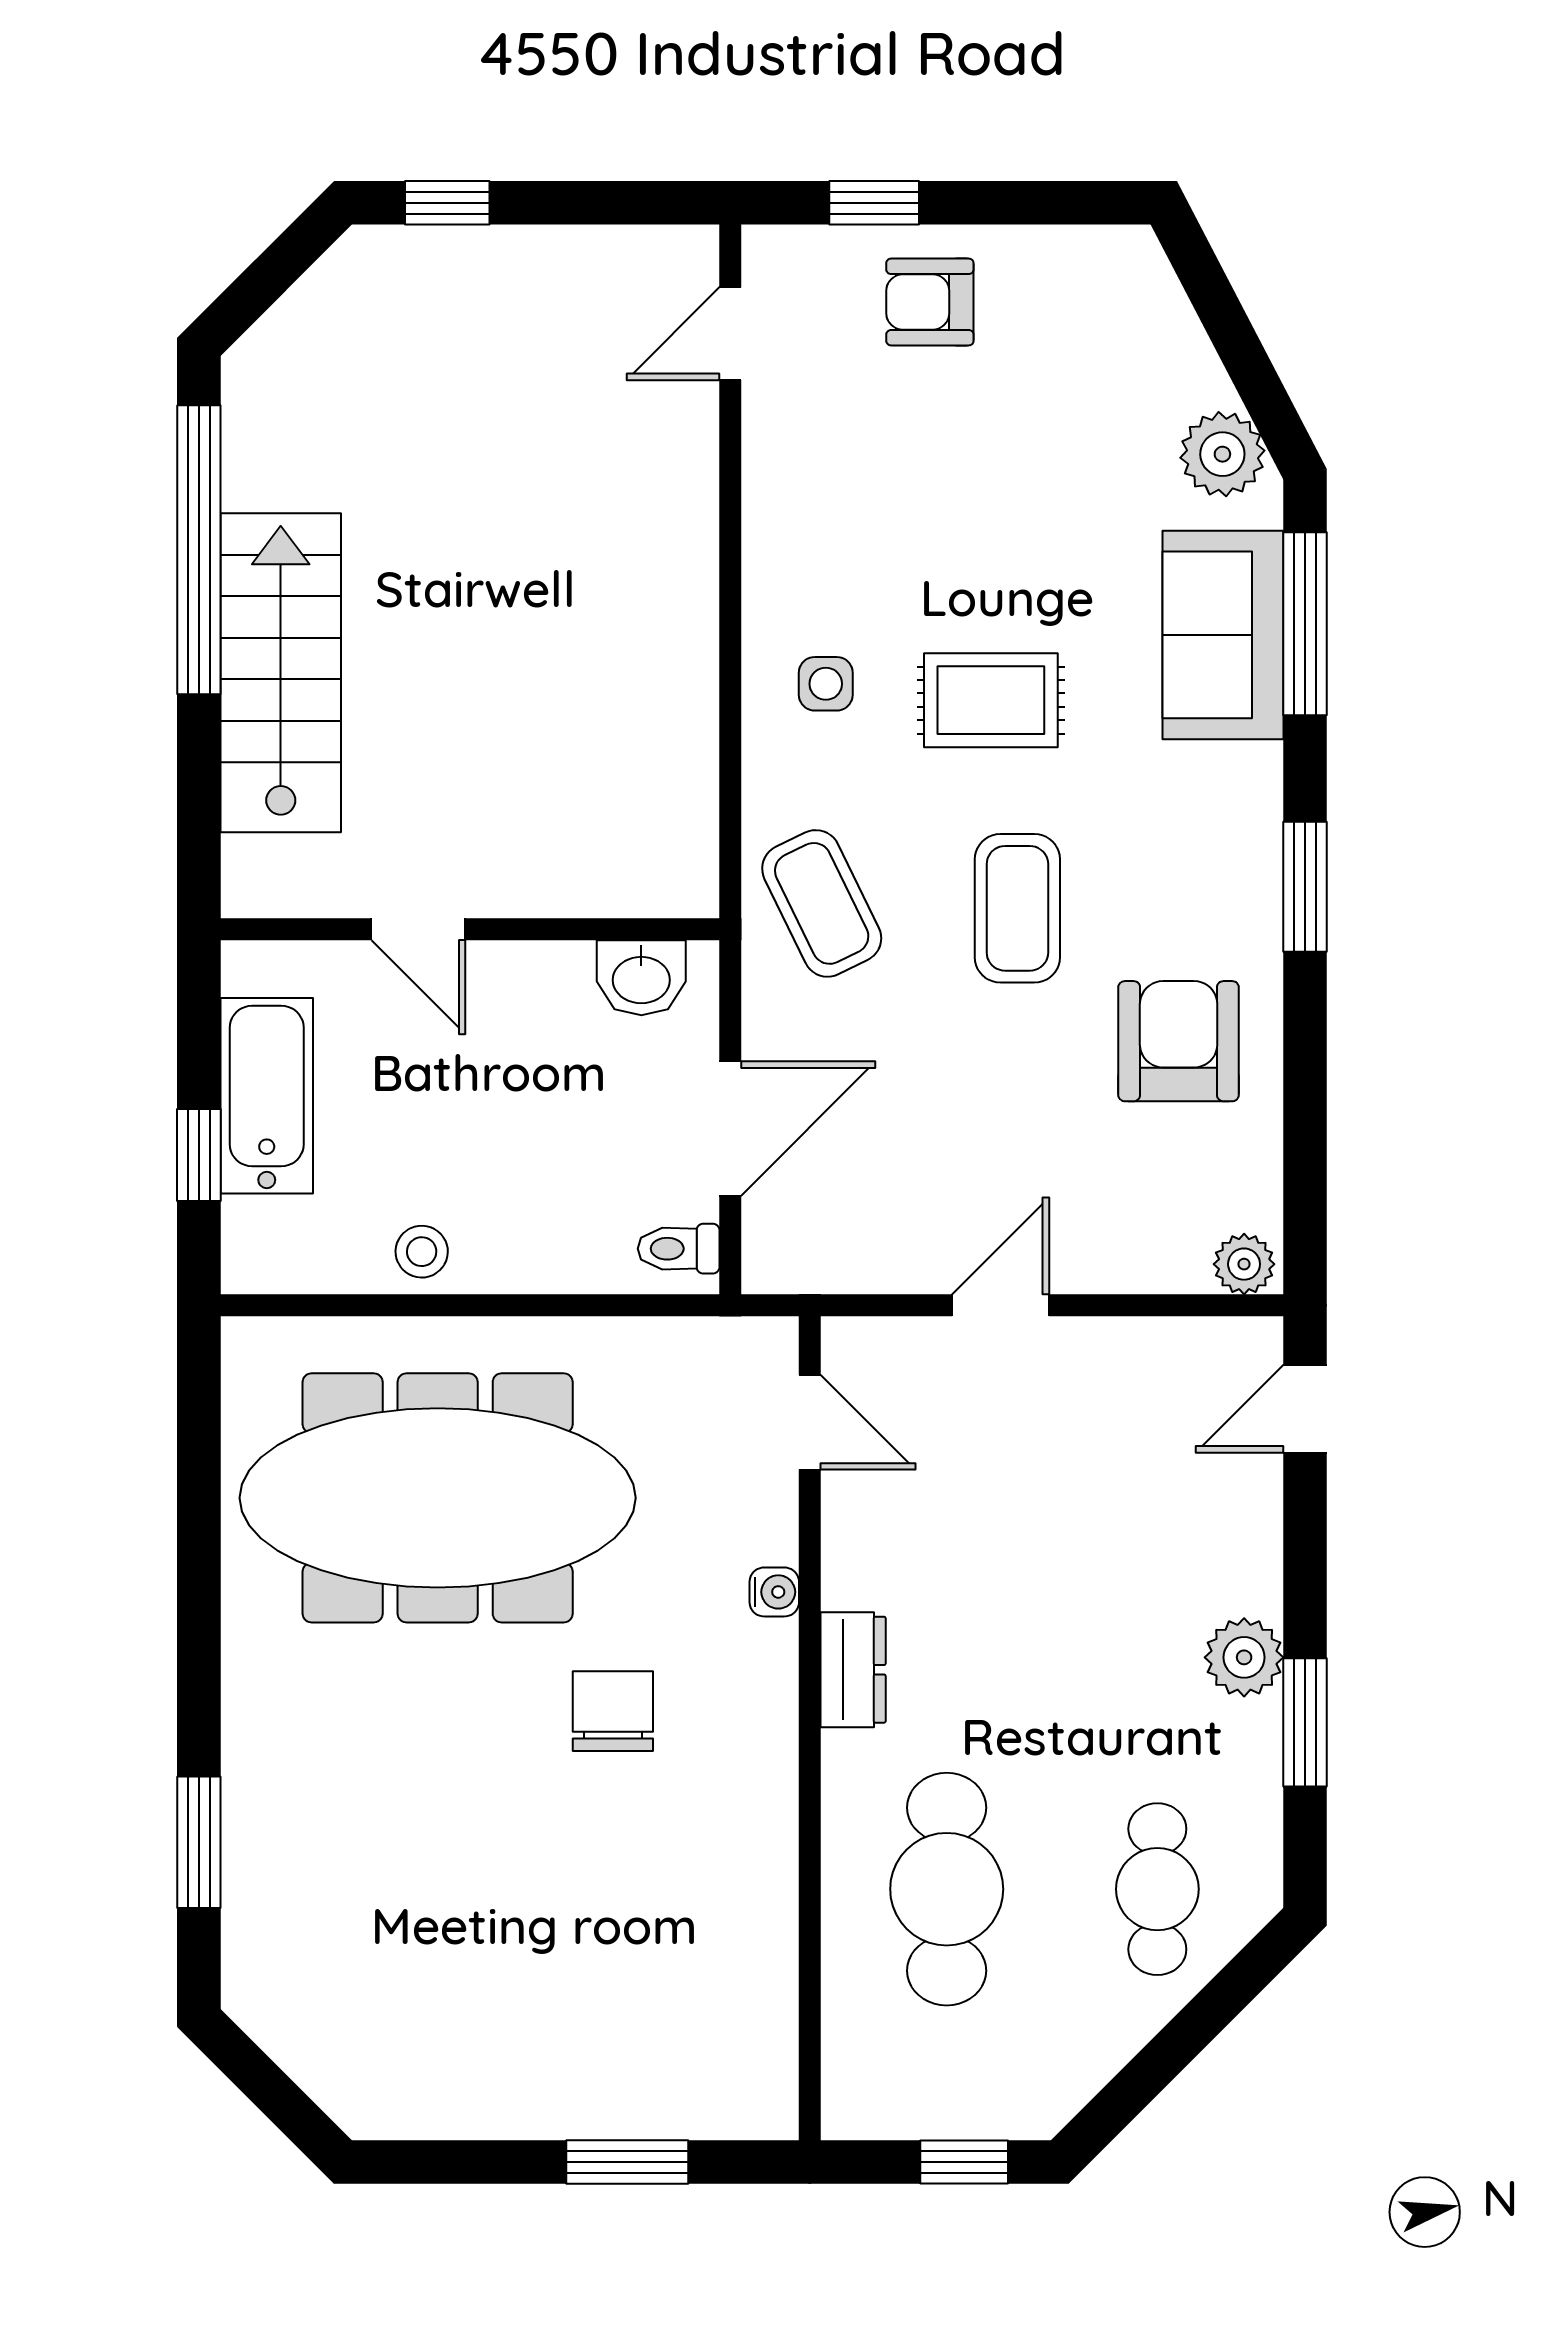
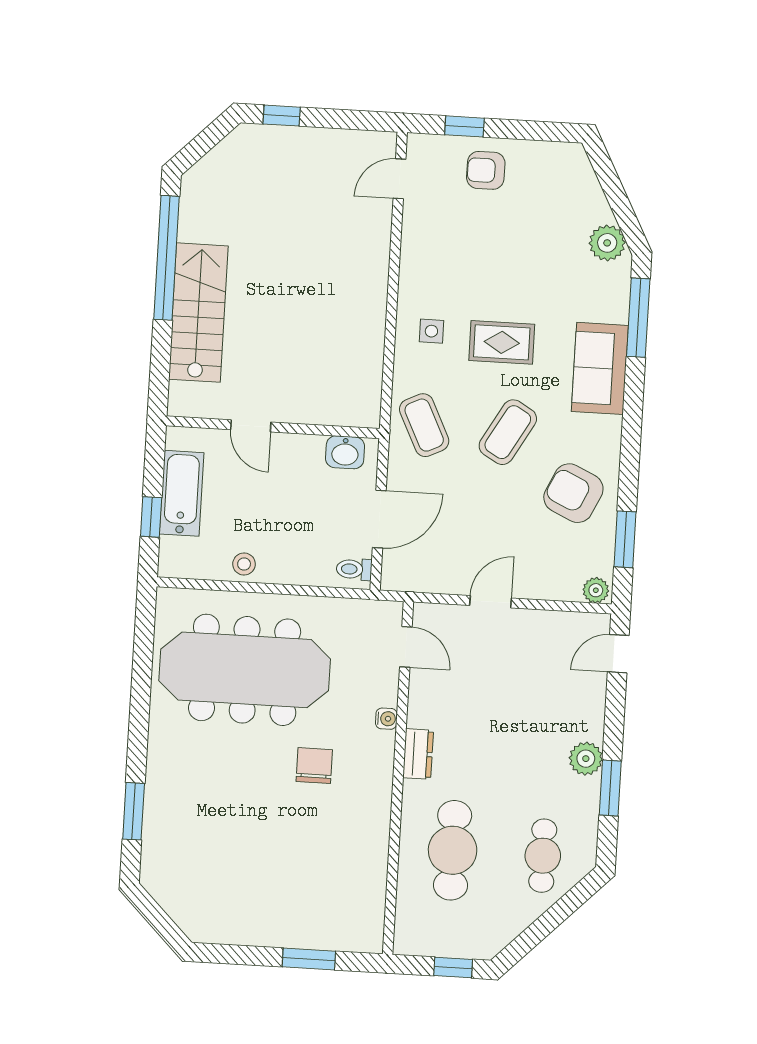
sofa: (1223, 635) -> (600, 368), moved
window: (1305, 887) -> (625, 539), moved
coffee table: (1017, 908) -> (508, 432), turned 30
armchair: (1179, 1041) -> (573, 493), turned -65

